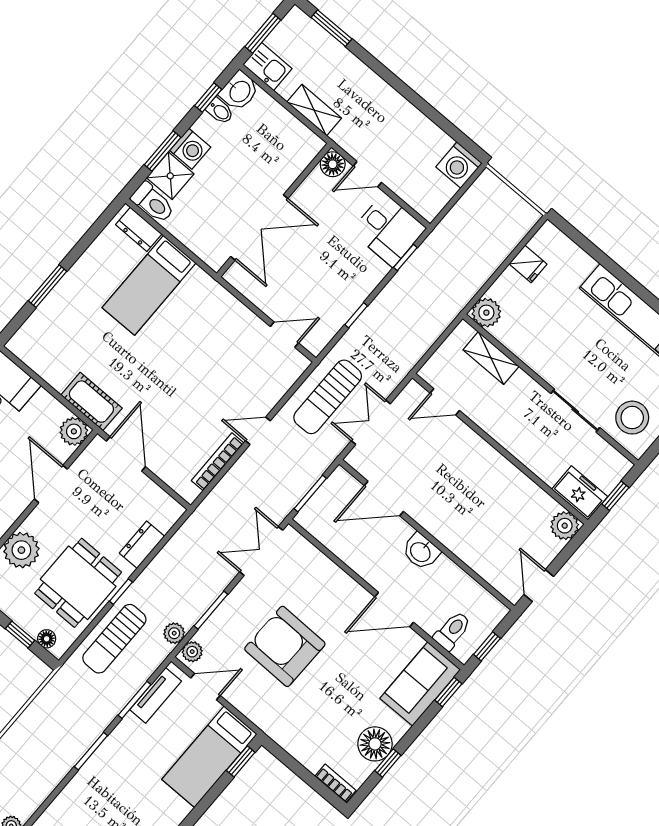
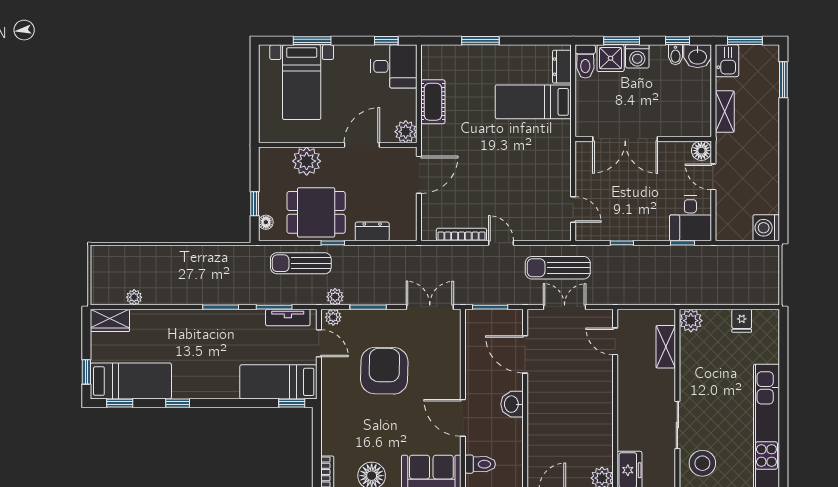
cot: (91, 402) -> (433, 102), moved

